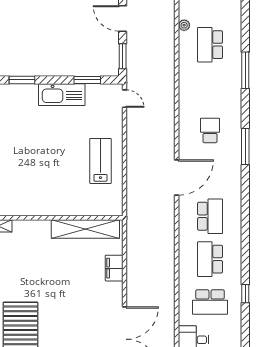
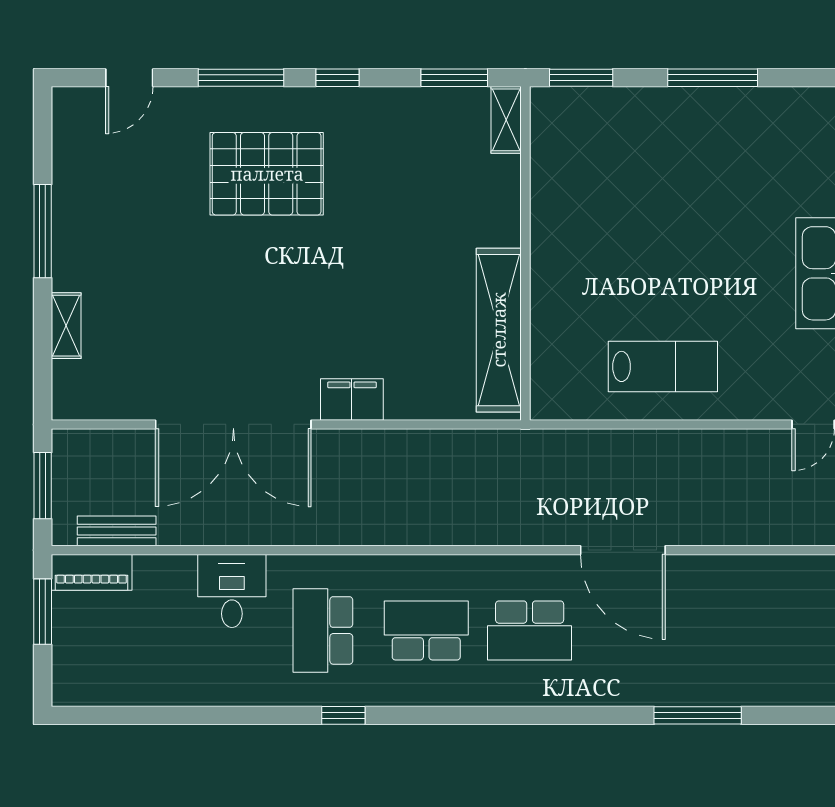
school desk: (210, 130) -> (736, 630), removed
filing cabinet: (114, 268) -> (352, 399), moved

